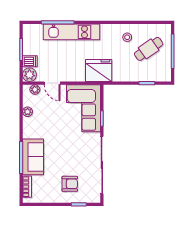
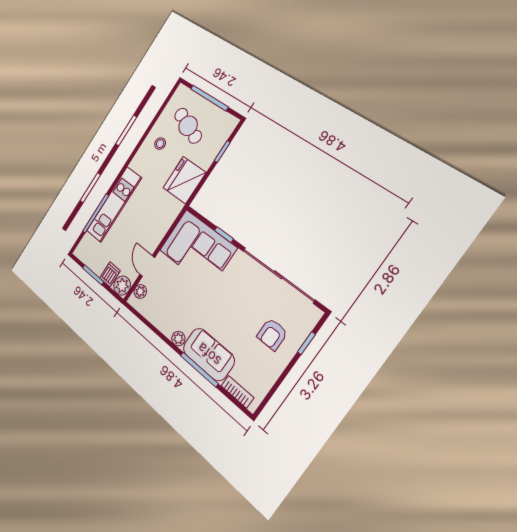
cafe table: (149, 49) -> (188, 126), turned -34
fridge: (99, 70) -> (184, 180), moved
door: (52, 83) -> (147, 266), swing flipped
plant: (28, 112) -> (178, 339), moved
armchair: (70, 184) -> (272, 334), turned 180

